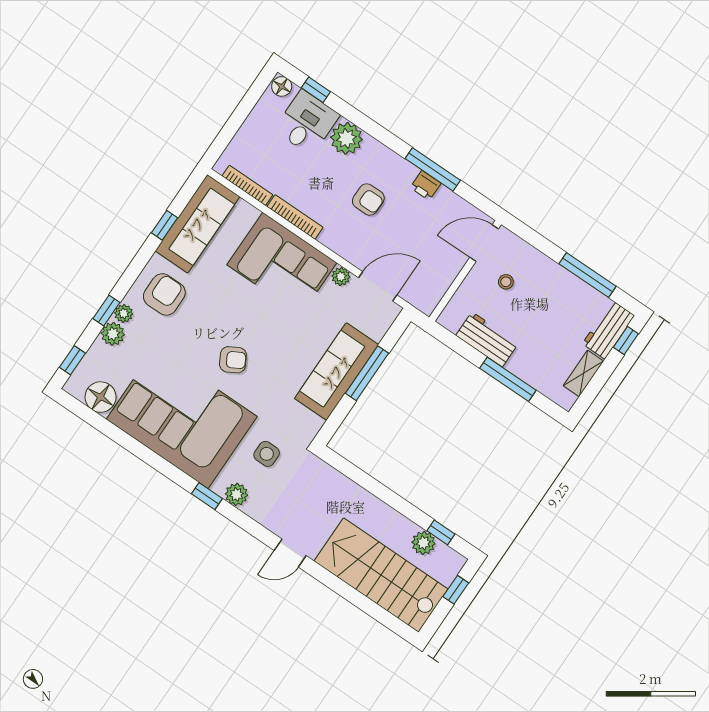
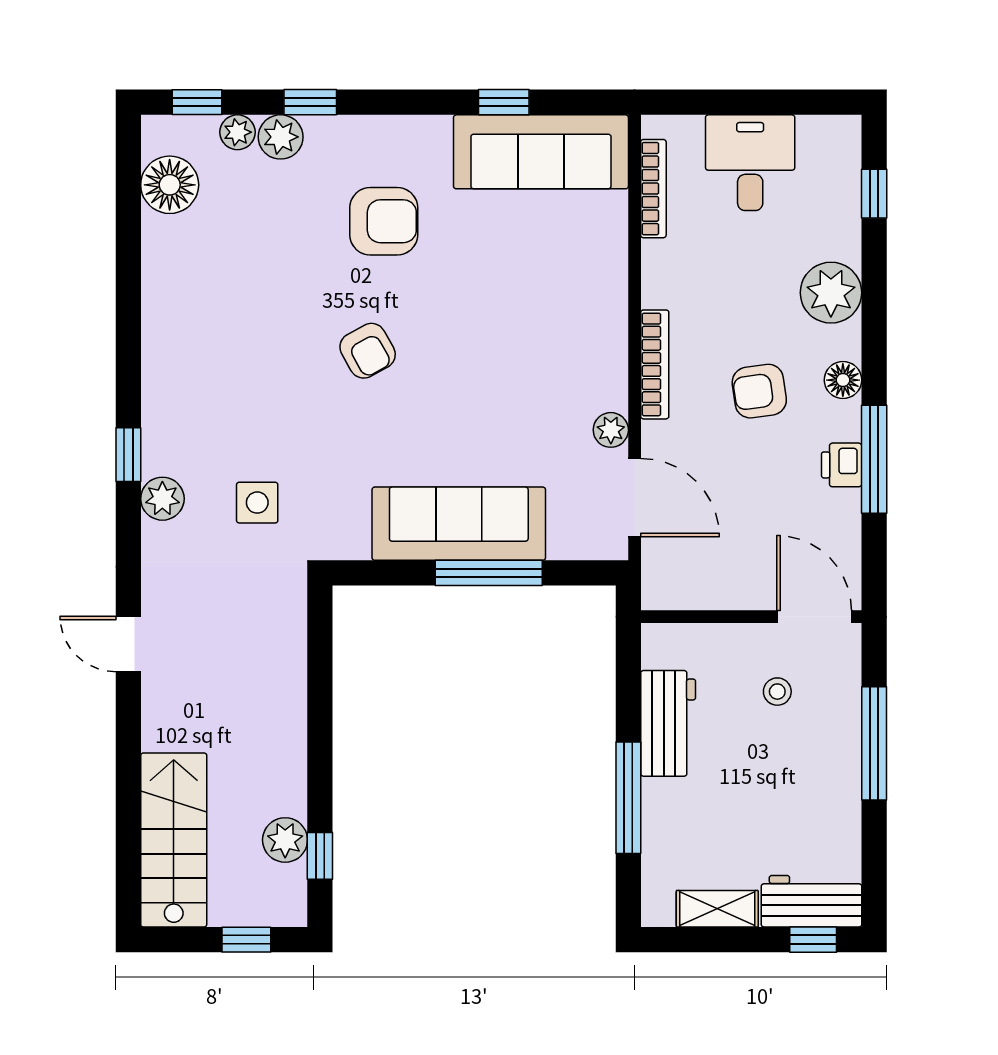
floor lamp: (282, 86) -> (843, 380), moved
desk: (307, 123) -> (750, 163), moved, turned -90
armchair: (368, 200) -> (759, 391), turned 82
bookcase: (295, 217) -> (655, 364), moved
corner sofa: (282, 264) -> (568, 325), removed
window: (587, 275) -> (874, 743), moved
armchair: (164, 294) -> (384, 221), moved
plant: (124, 313) -> (237, 132), moved
corner sofa: (182, 418) -> (223, 333), removed
stairs: (381, 575) -> (174, 840), width x0.73, depth x0.66

